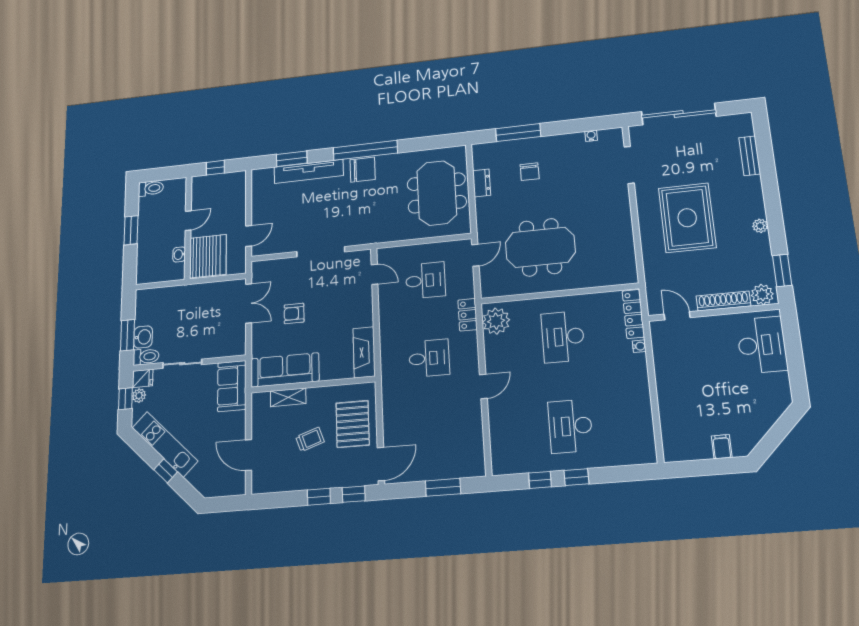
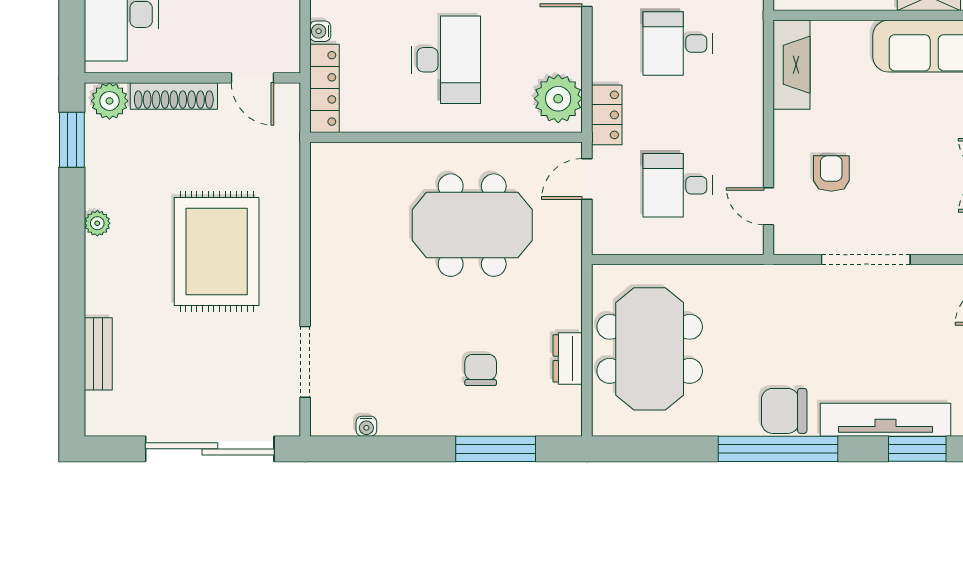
door: (475, 255) -> (587, 179), moved
armchair: (294, 313) -> (831, 174), moved, turned -90

